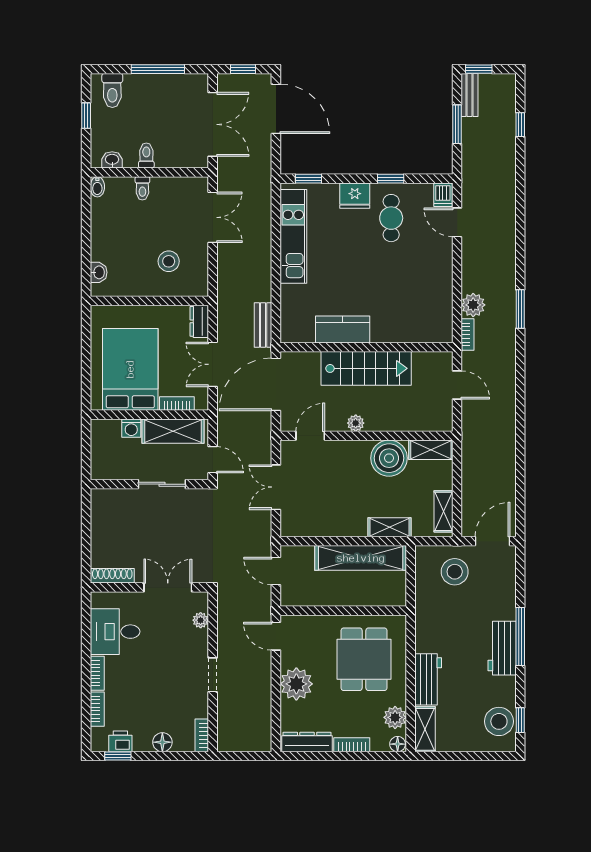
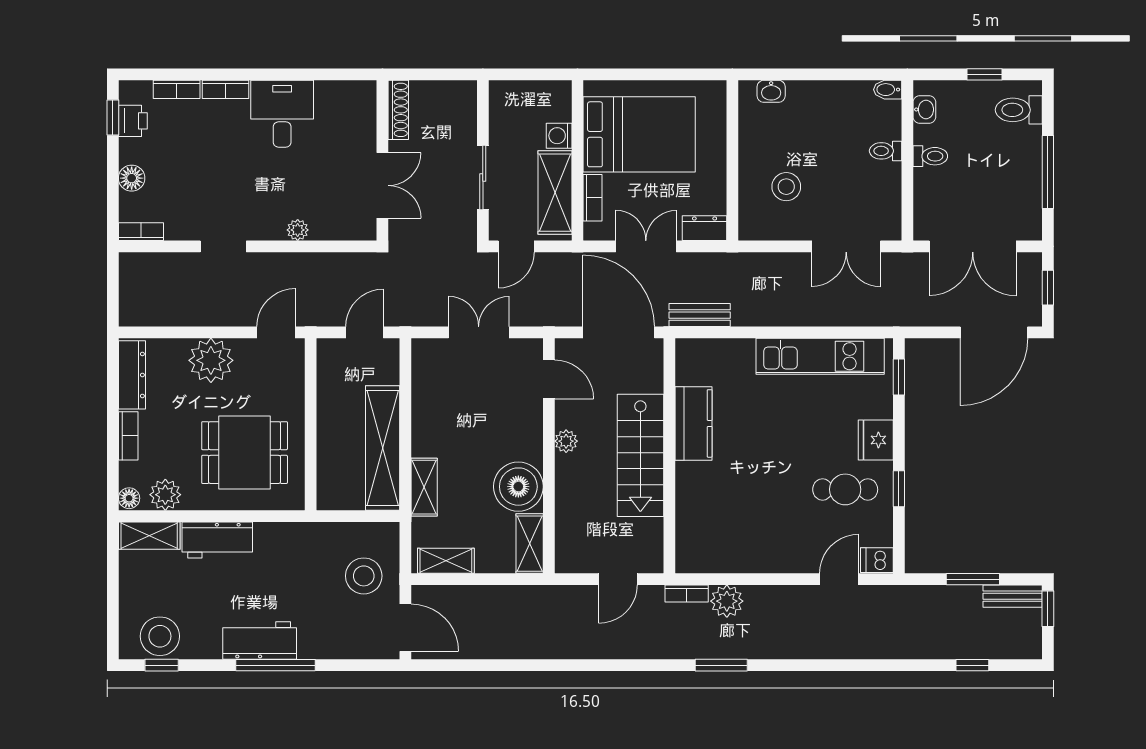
shoe rack: (112, 576) -> (398, 110), moved
wall: (149, 587) -> (382, 160), moved
double door: (168, 587) -> (382, 185), moved

